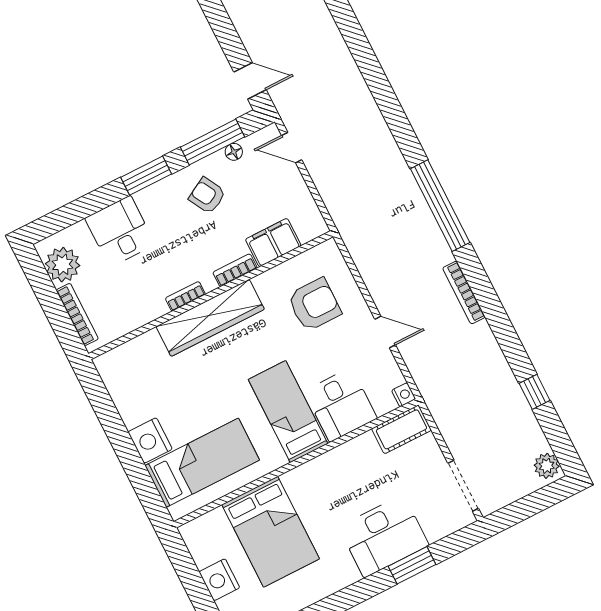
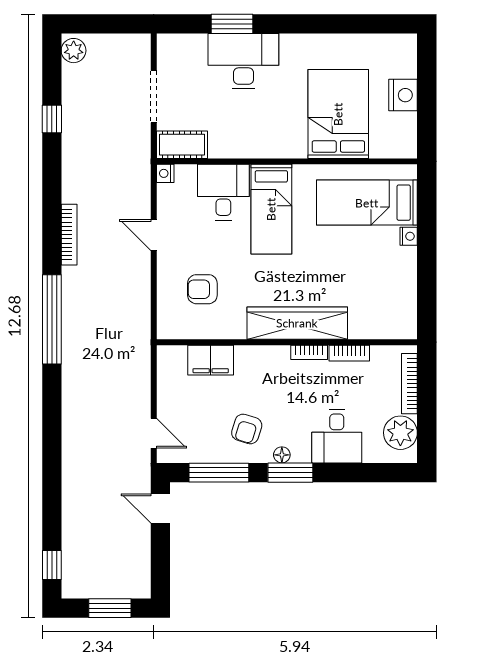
floor lamp: (234, 152) -> (282, 455), moved
armchair: (207, 196) -> (247, 429), turned 46
bookcase: (235, 270) -> (349, 353), moved
armchair: (314, 305) -> (202, 289), width x0.72, depth x0.72
nightstand: (150, 440) -> (409, 236), width x0.53, depth x0.56
doorway: (463, 486) -> (154, 97), moved

